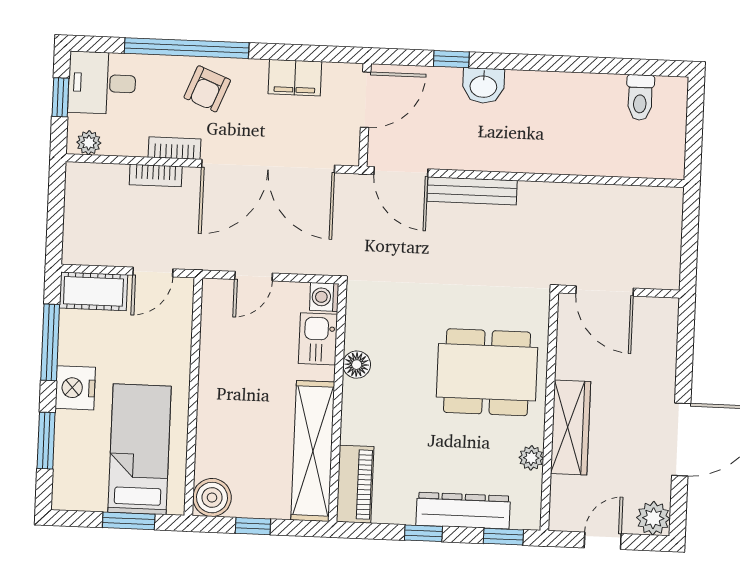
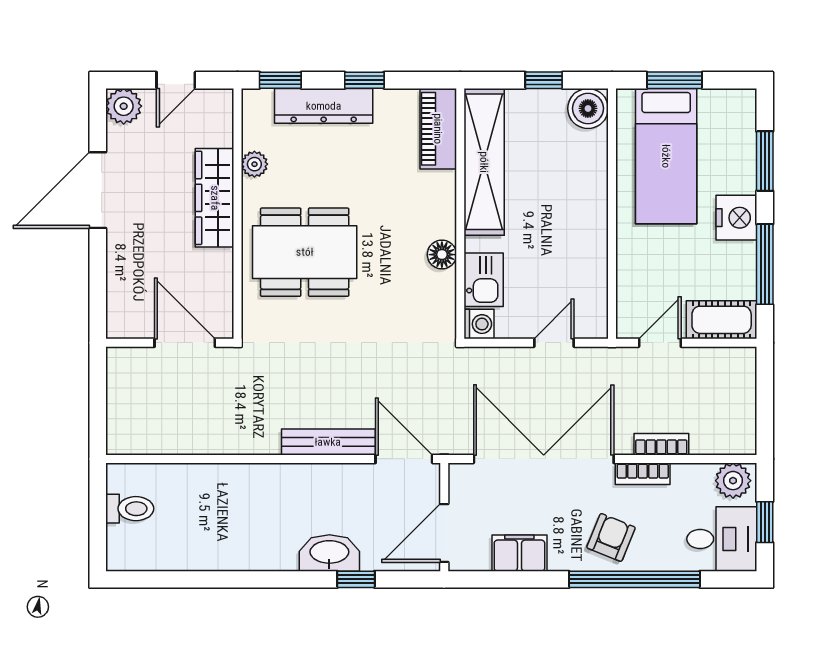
washbasin: (483, 86) -> (329, 553), width x1.38
toilet: (640, 97) -> (130, 509), moved, turned 90
plant: (89, 143) -> (733, 481), width x1.38, depth x1.38

